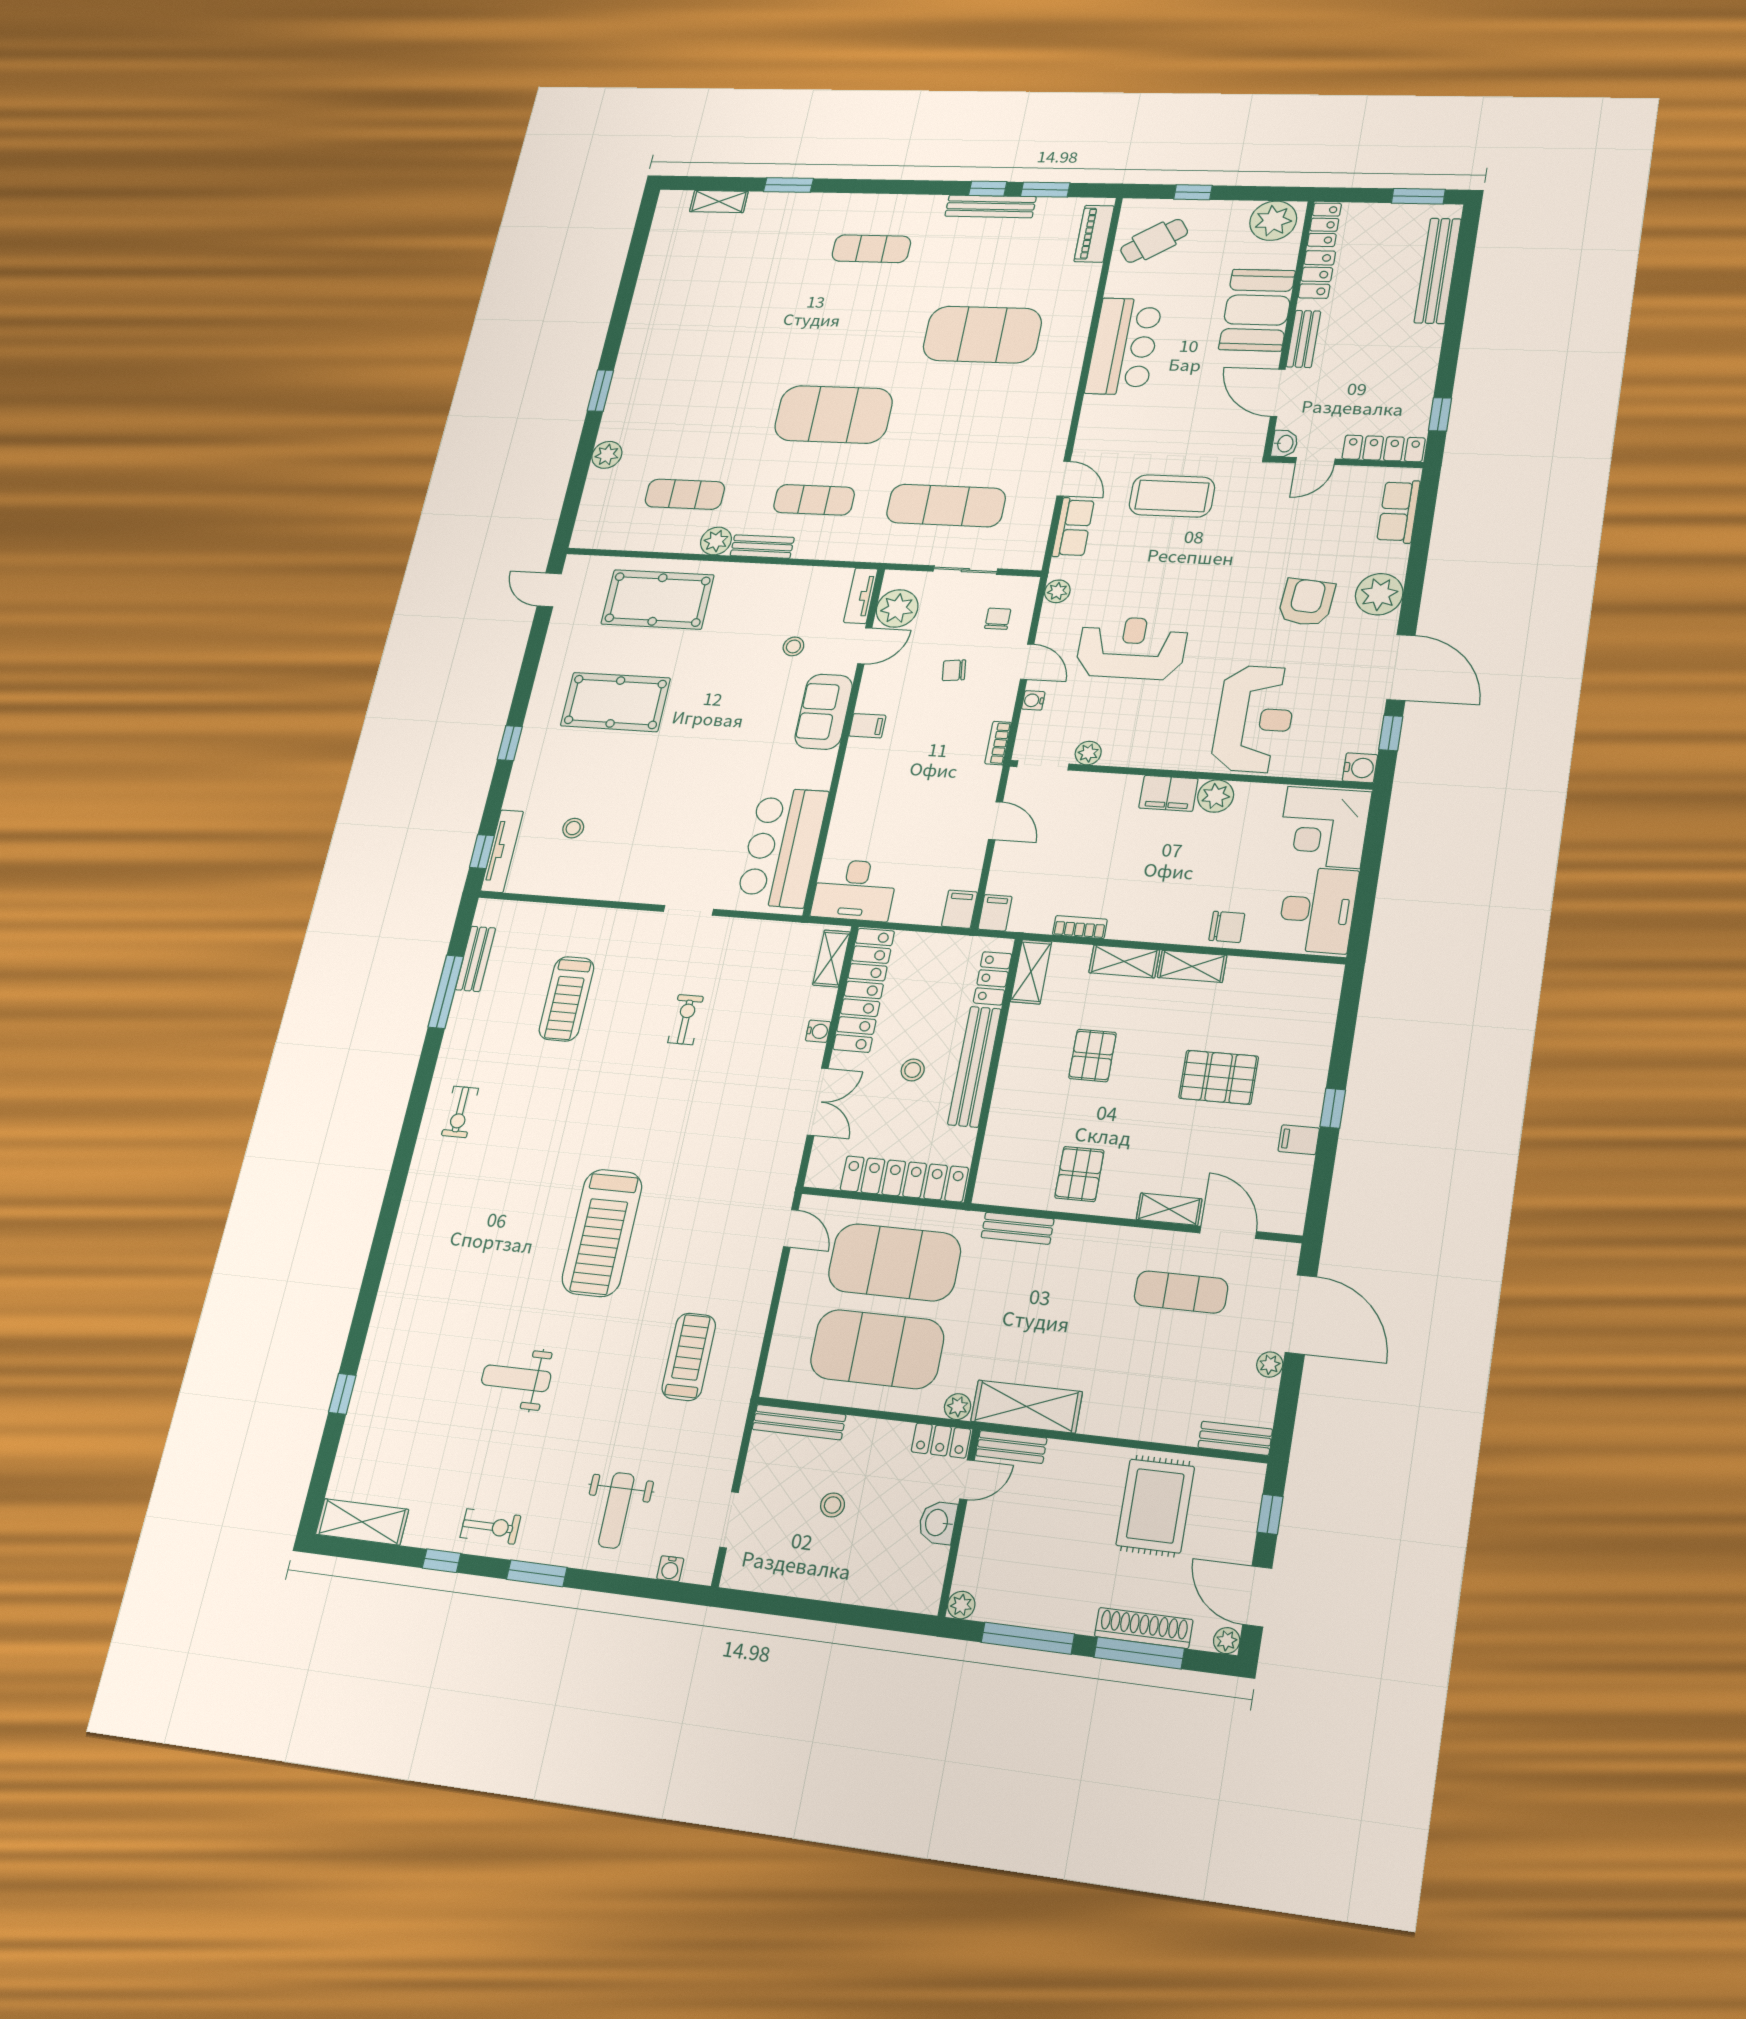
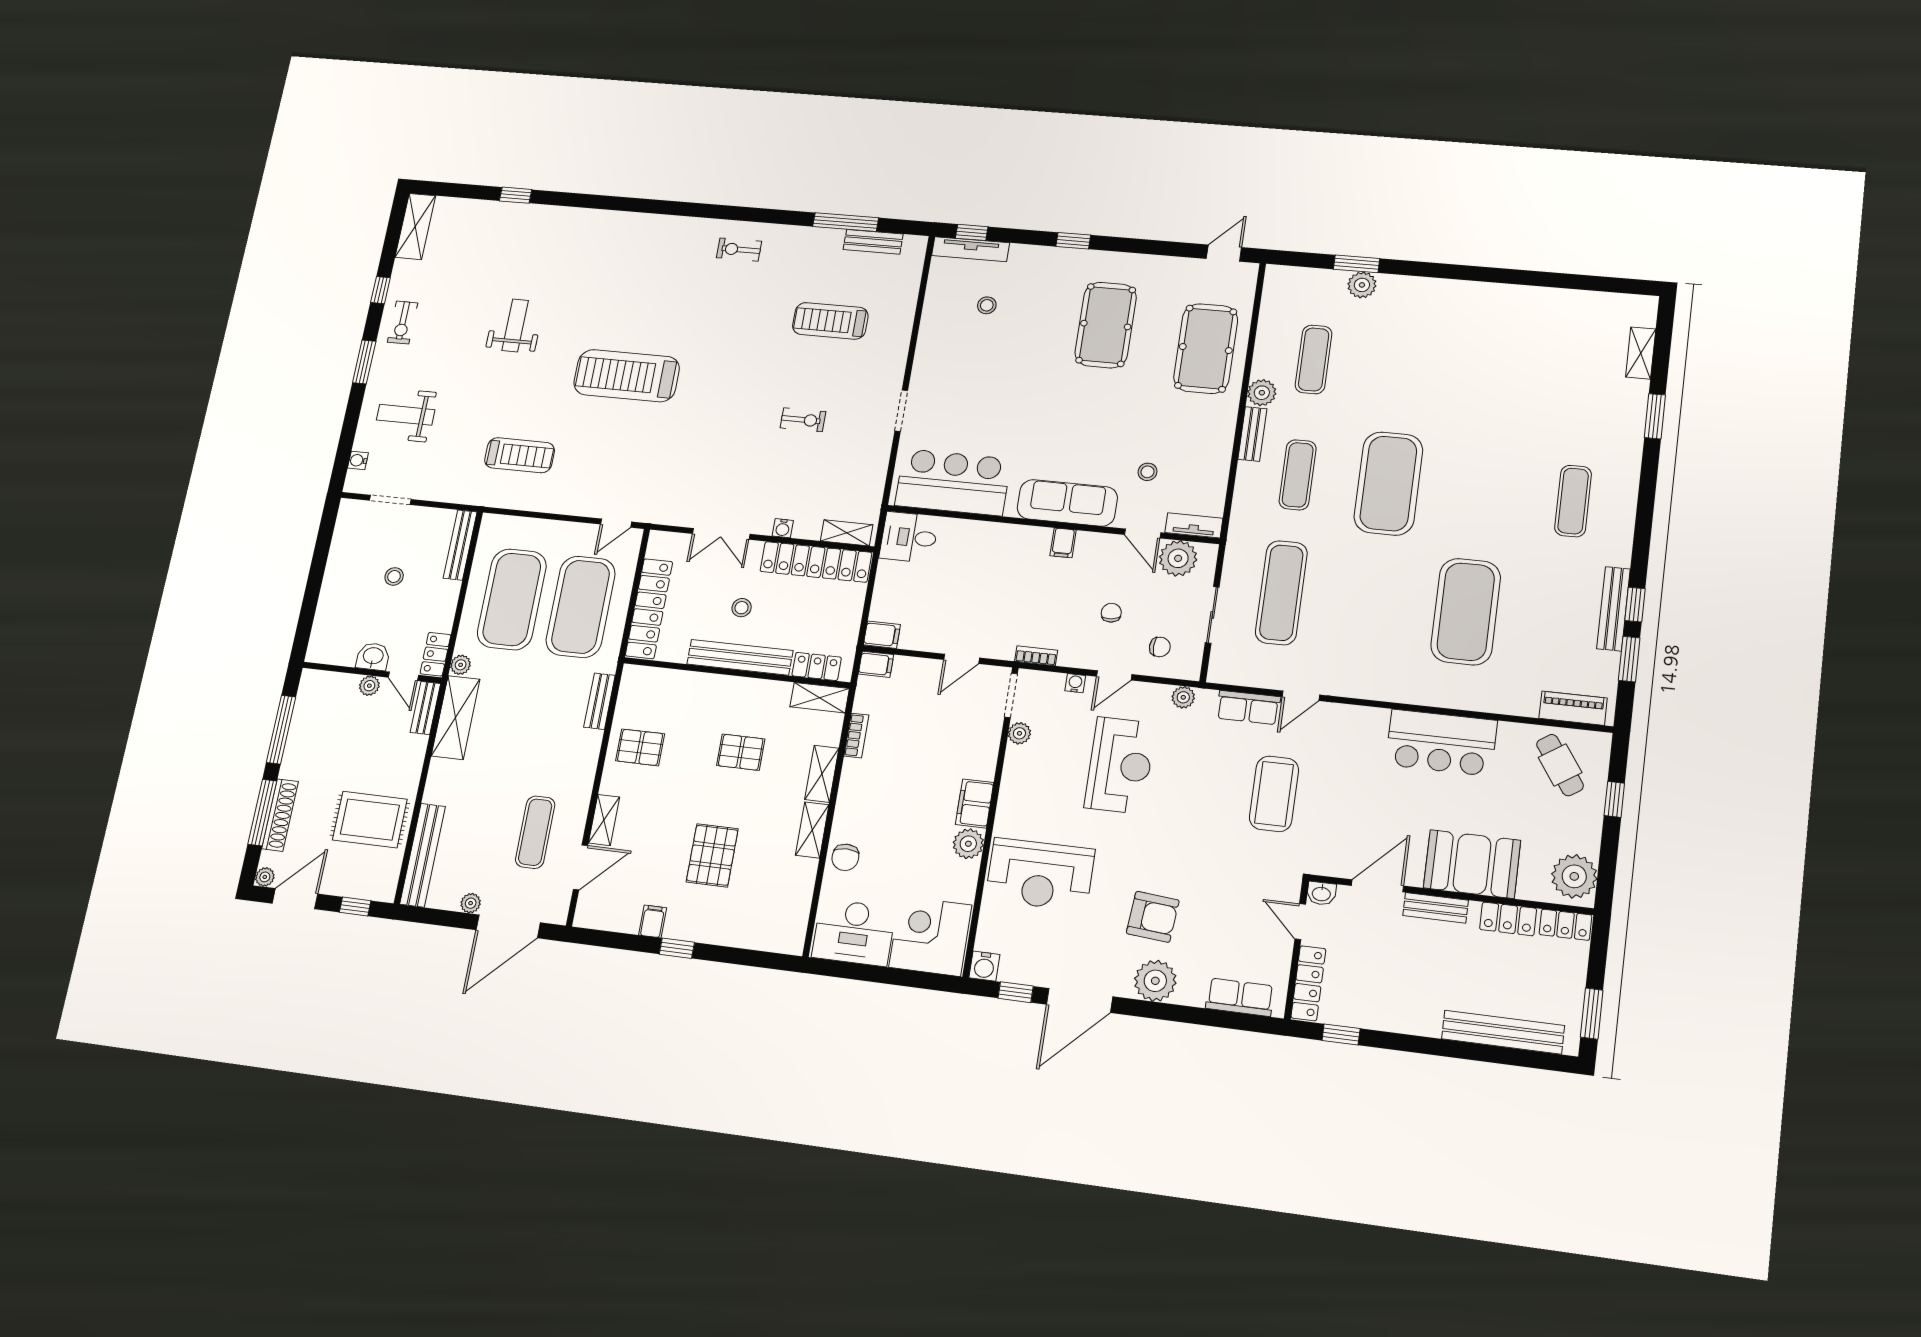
window: (600, 391) -> (1357, 264), moved
sofa: (824, 712) -> (1067, 503), width x1.36
desk: (854, 890) -> (909, 537), width x0.73
bench: (1235, 1438) -> (423, 855), width x1.86, depth x1.21
plant: (961, 1605) -> (369, 686), moved

